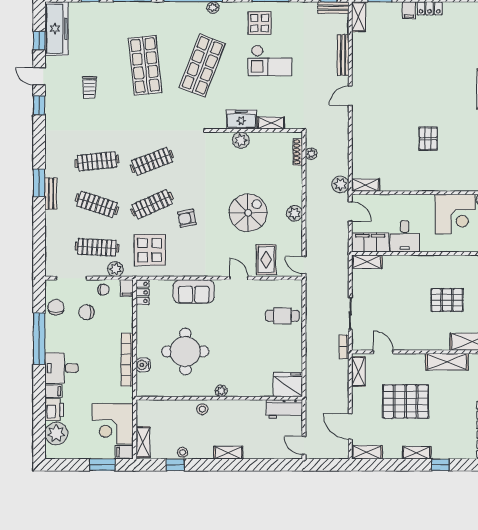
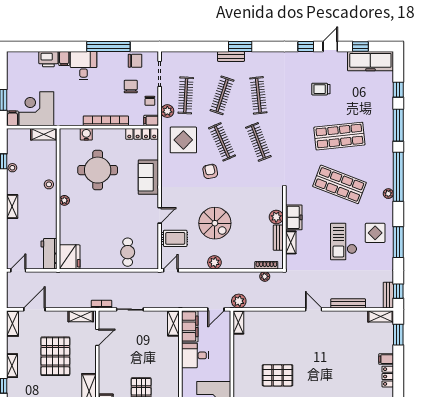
bench: (265, 138) -> (278, 238), added
pallet: (428, 139) -> (278, 375), width x1.50, depth x1.42
locker: (143, 292) -> (142, 134), width x1.53
bookcase: (127, 360) -> (106, 121), moved
plant: (56, 433) -> (28, 61), removed
shelving: (143, 442) -> (44, 134), moved

